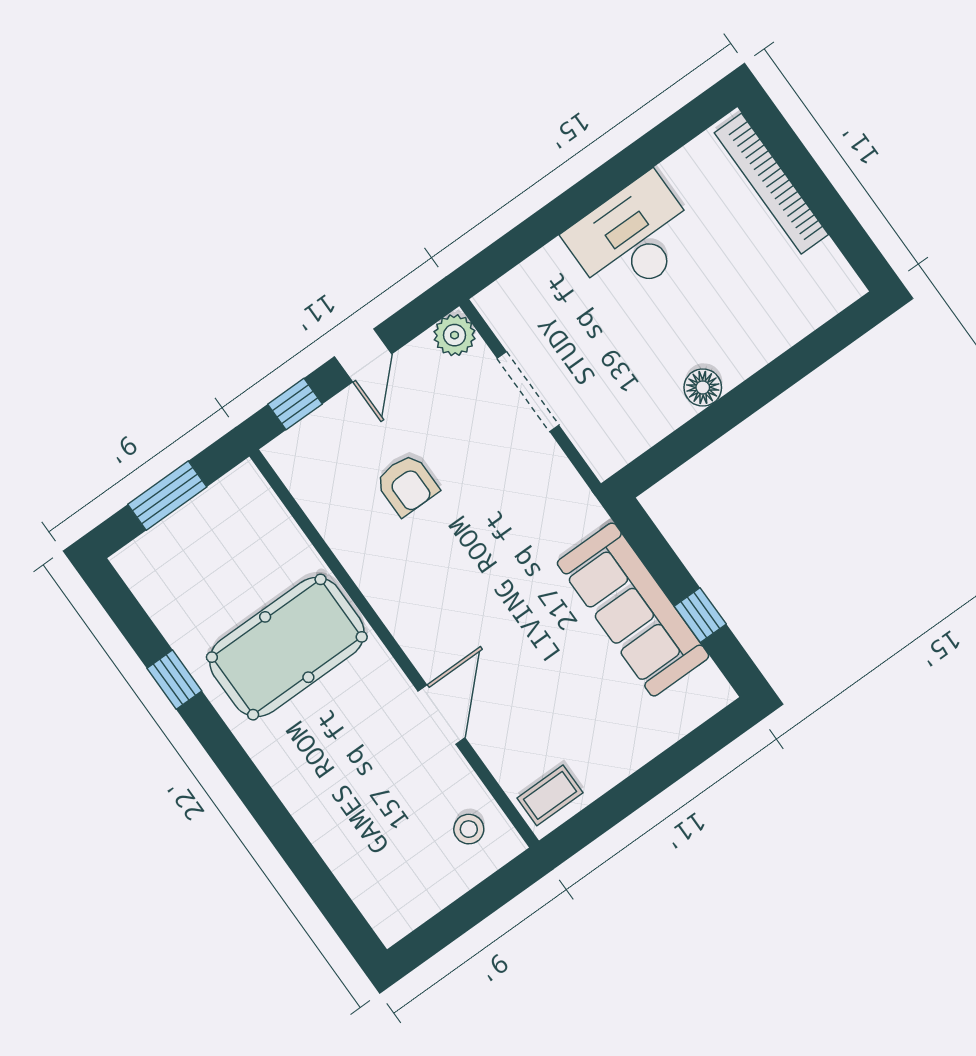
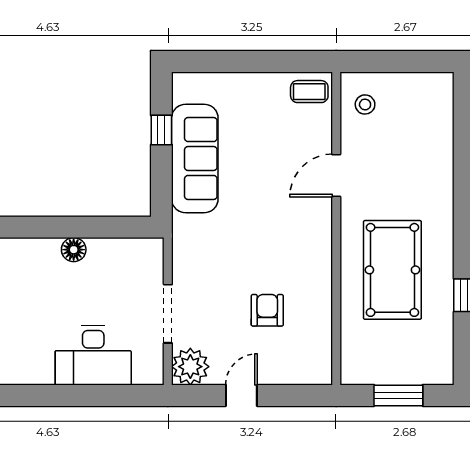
desk: (633, 238) -> (93, 355), moved
plant: (455, 335) -> (190, 367), width x1.36, depth x1.36
window: (295, 404) -> (296, 395), removed
pool table: (287, 647) -> (392, 270), turned 90

